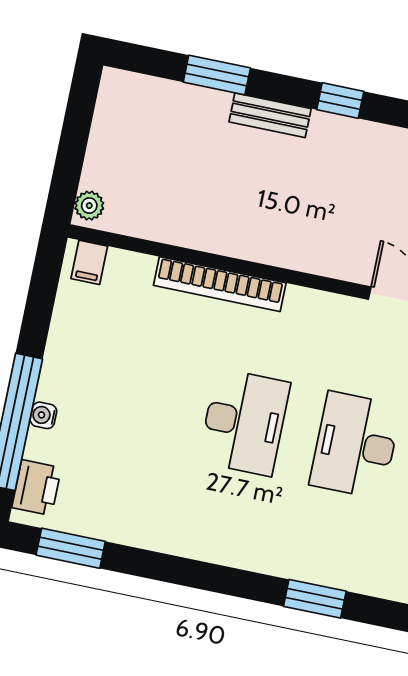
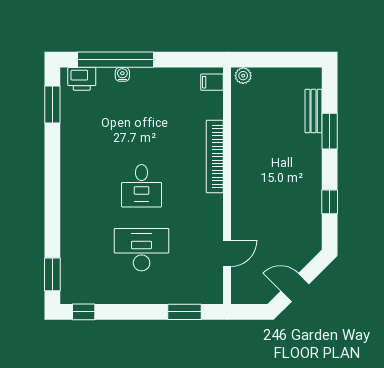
bench: (270, 115) -> (314, 111), moved
desk: (244, 422) -> (142, 186), width x0.73
window: (315, 599) -> (52, 274), moved

